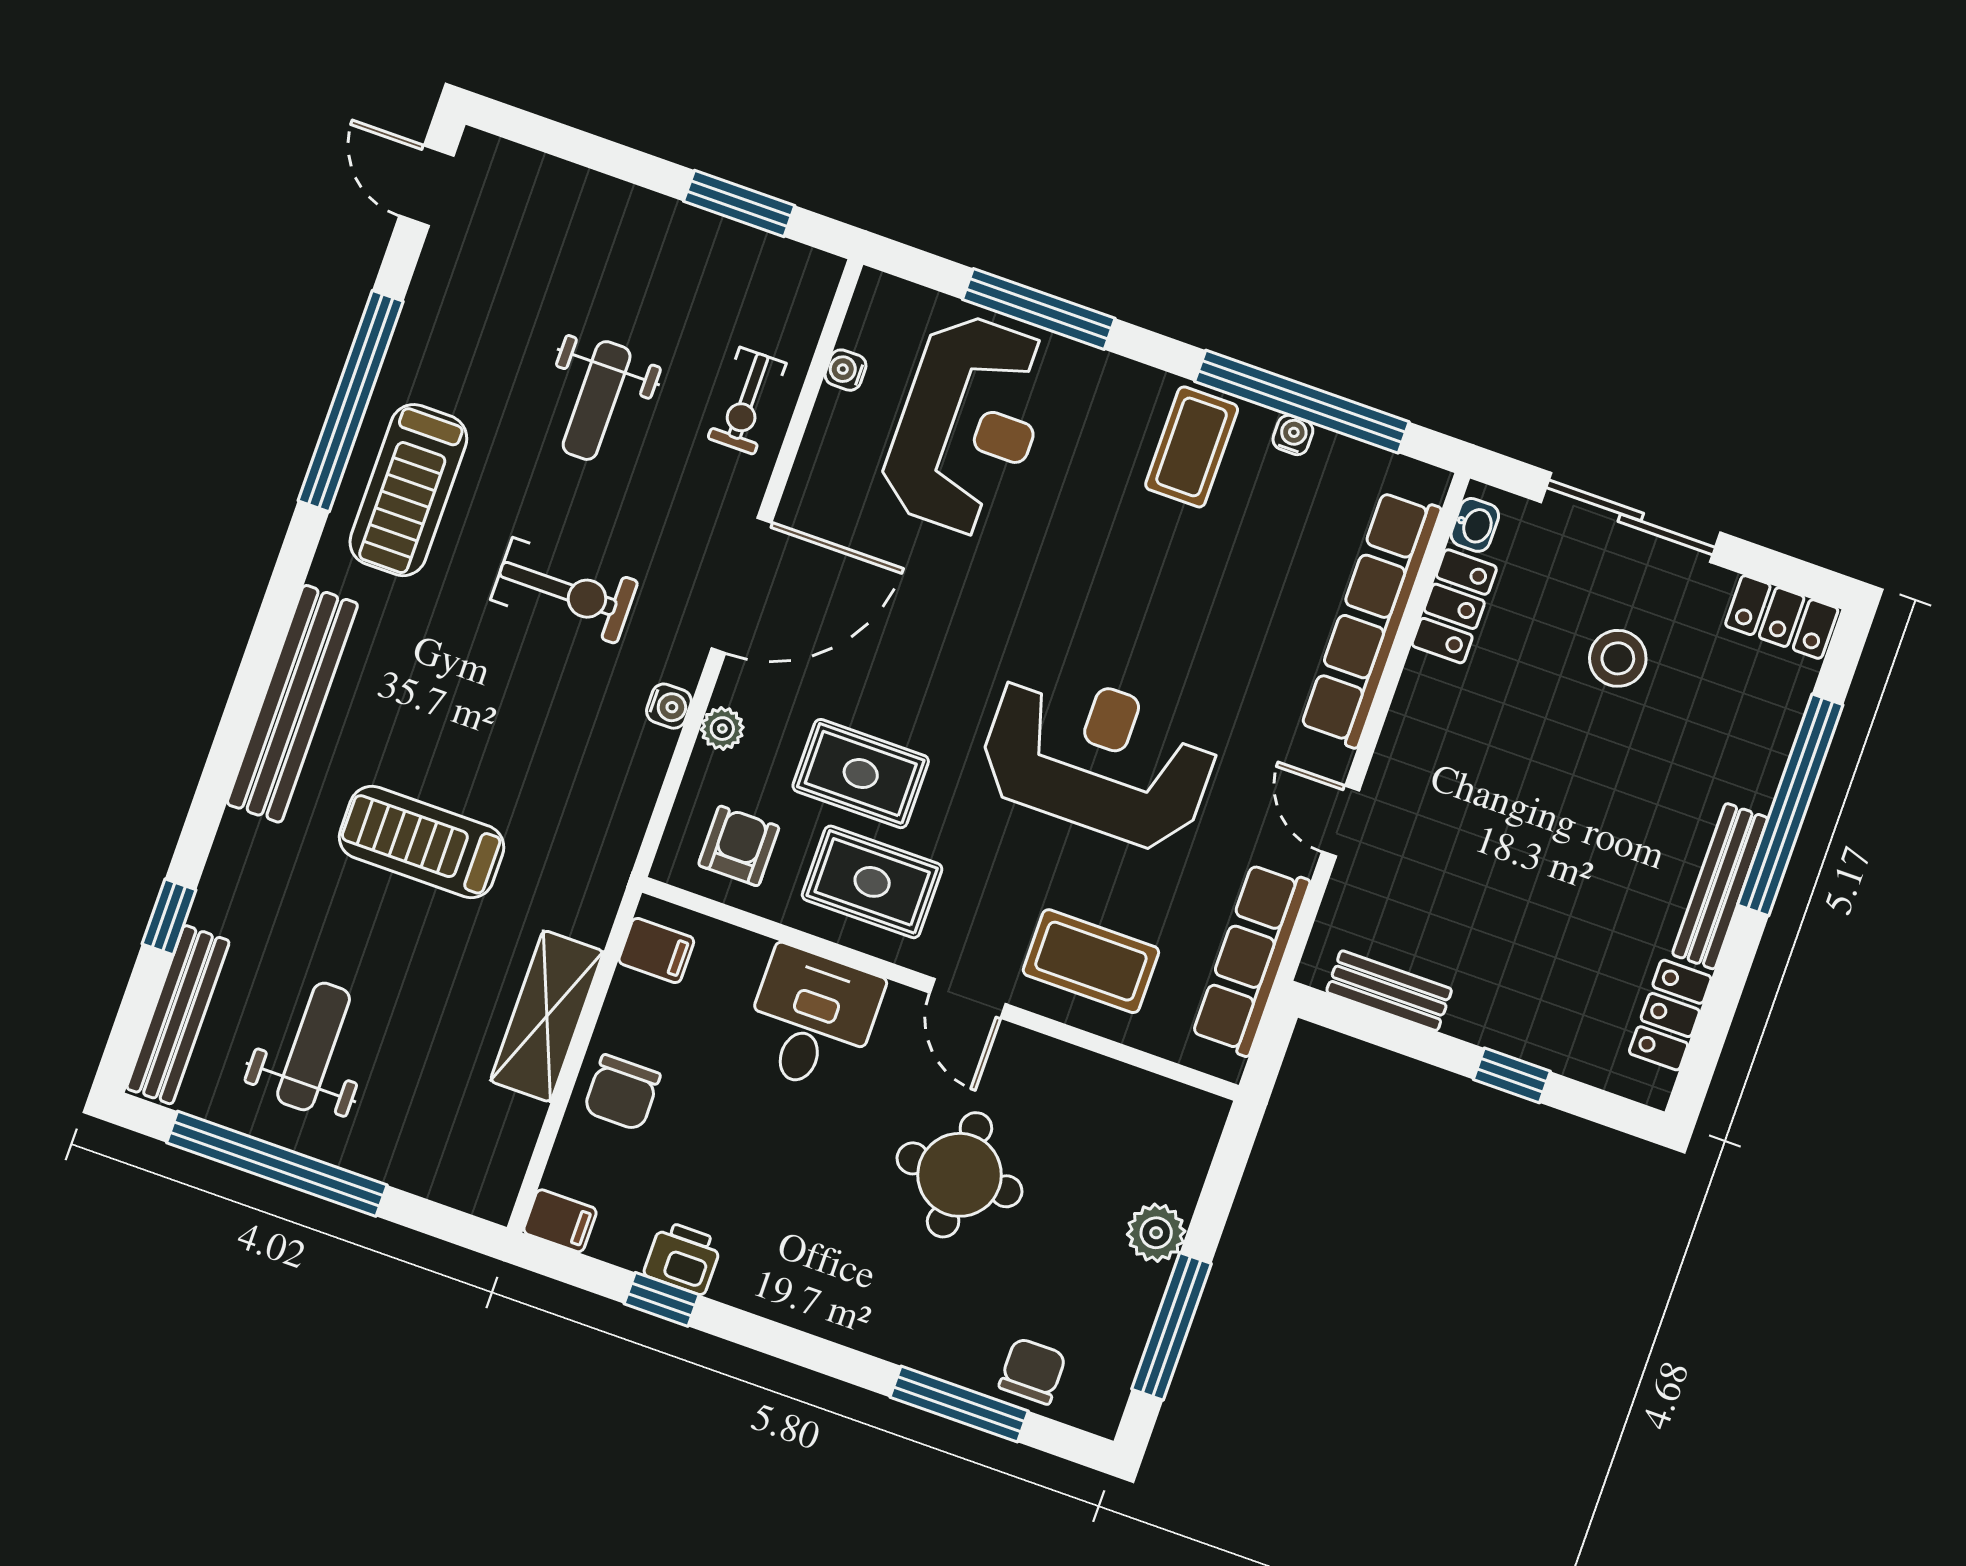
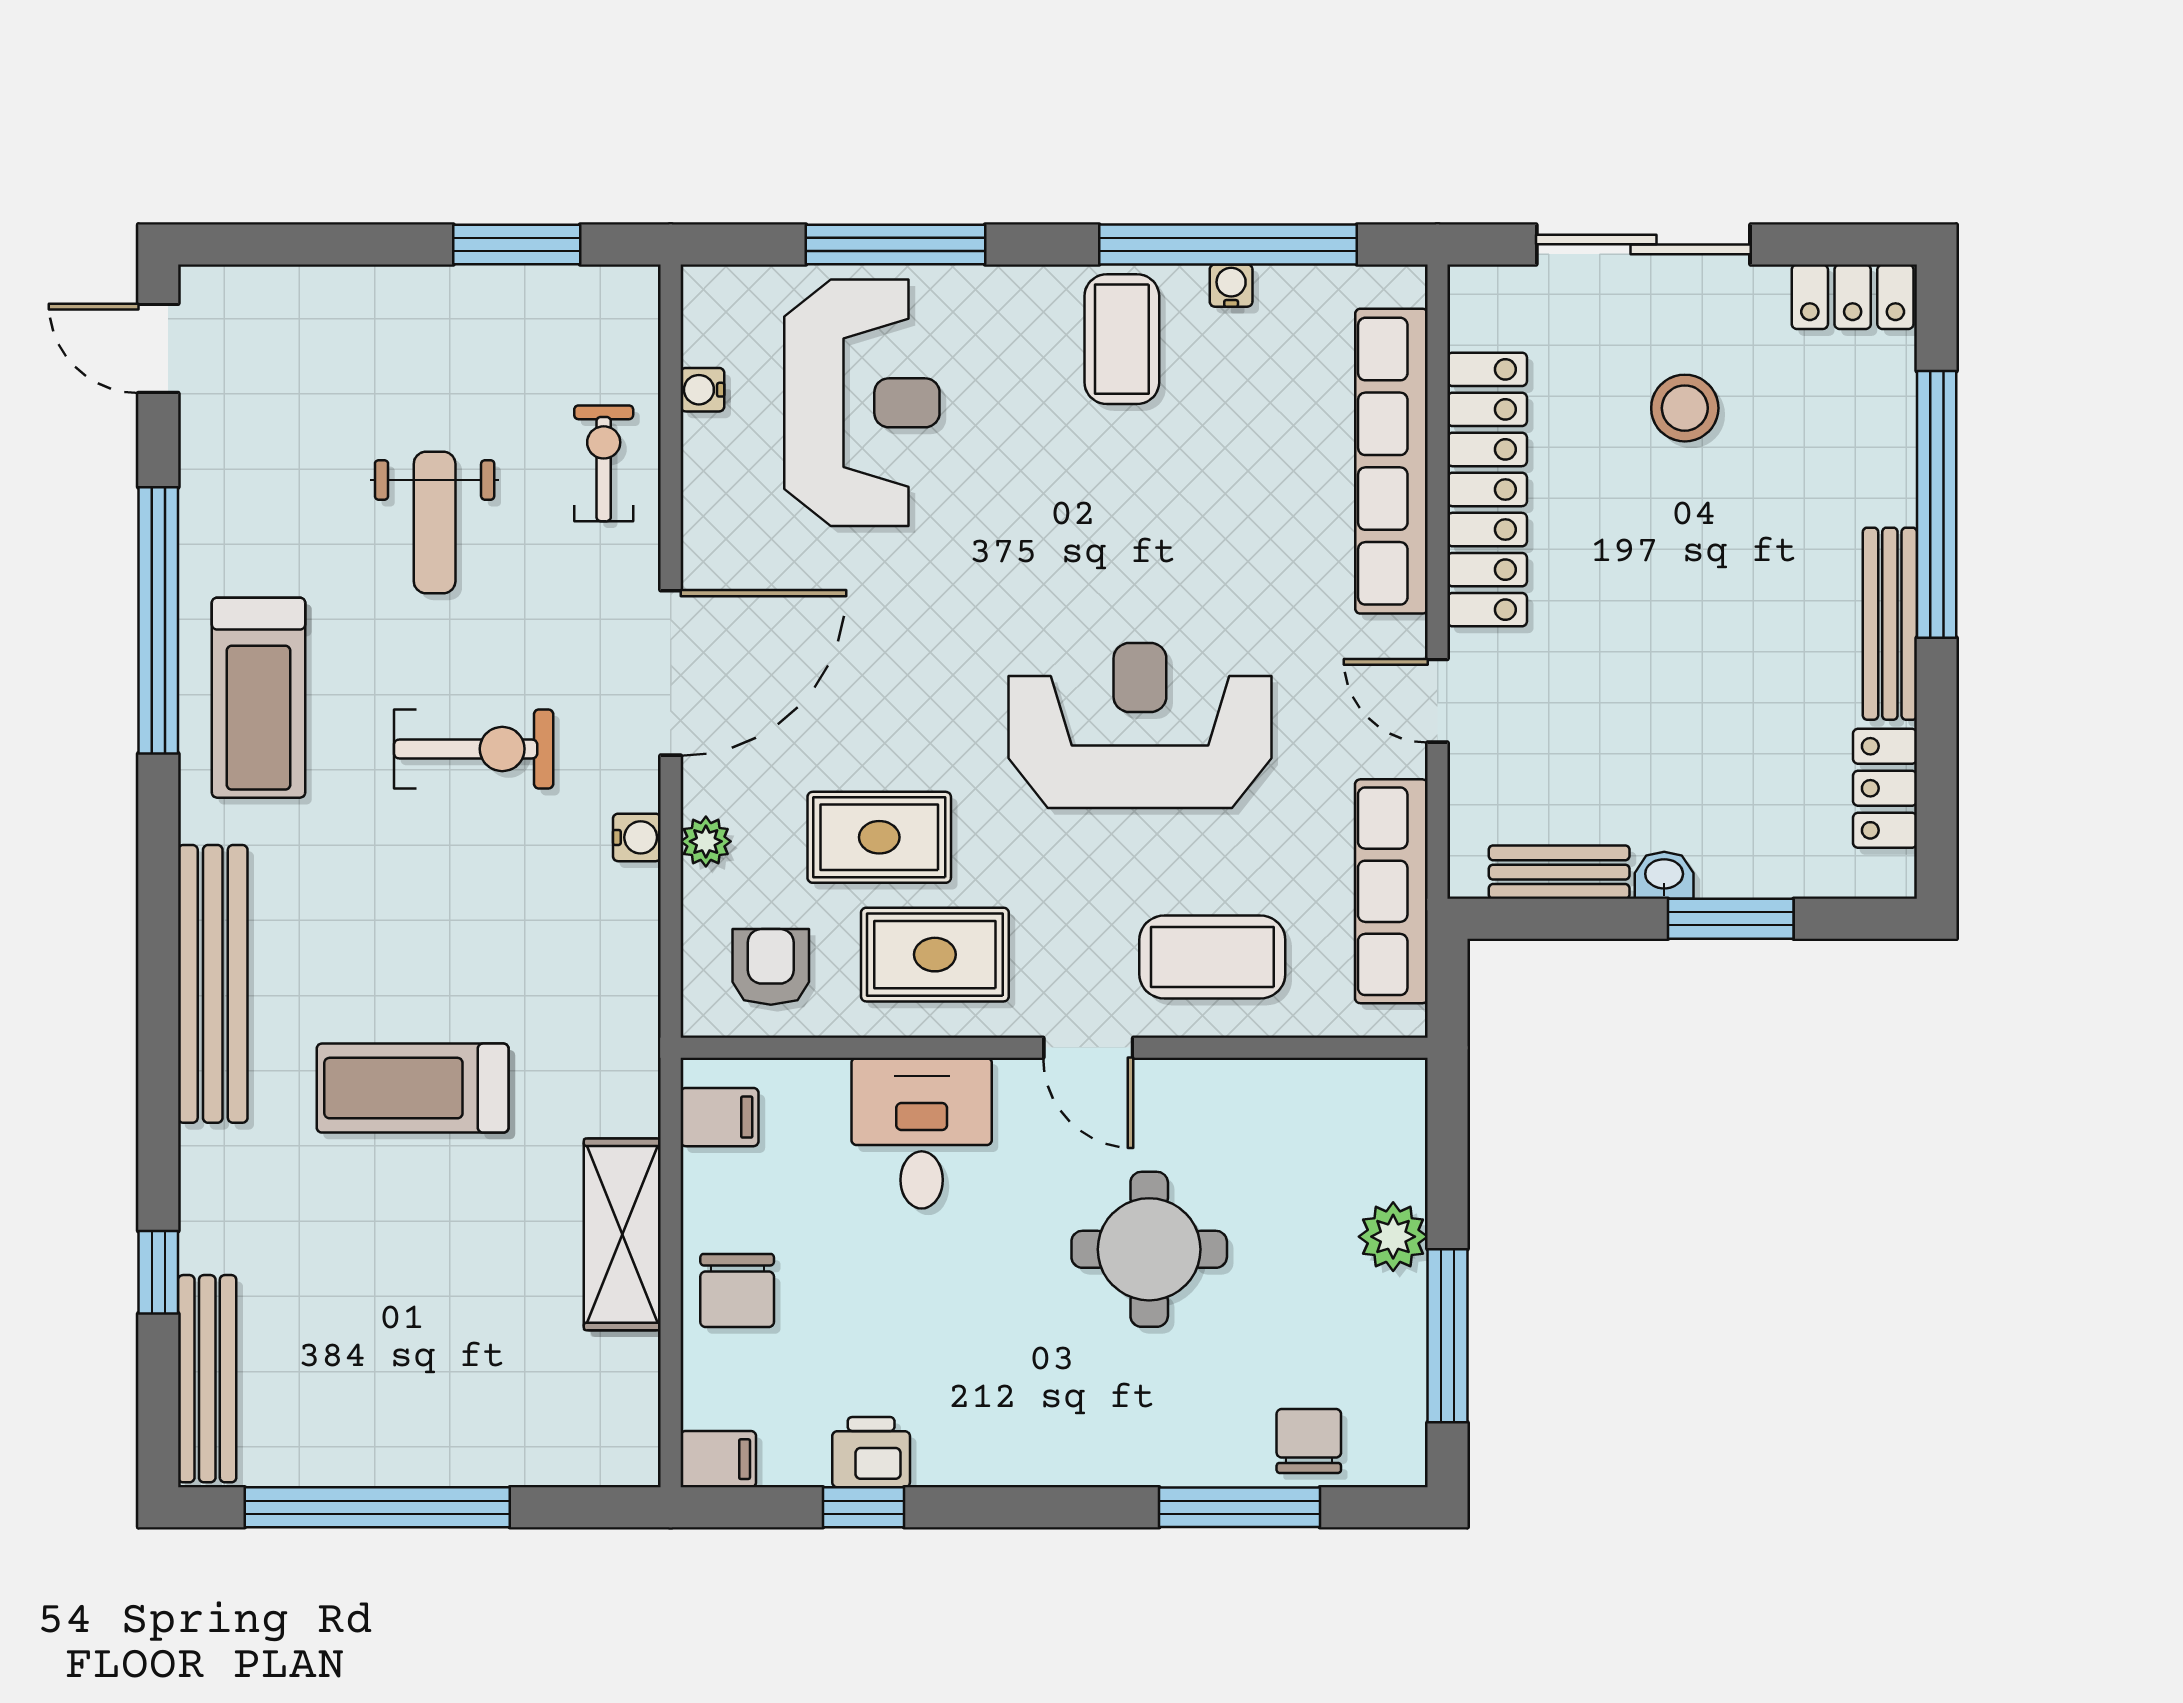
exercise bike: (747, 401) -> (604, 463), turned 180
washbasin: (1475, 525) -> (1664, 875), moved, turned -90
locker: (1454, 606) -> (1487, 489), width x2.16, depth x1.21
weight bench: (314, 1046) -> (372, 1361), removed
window: (1512, 1075) -> (1731, 919), width x1.50

